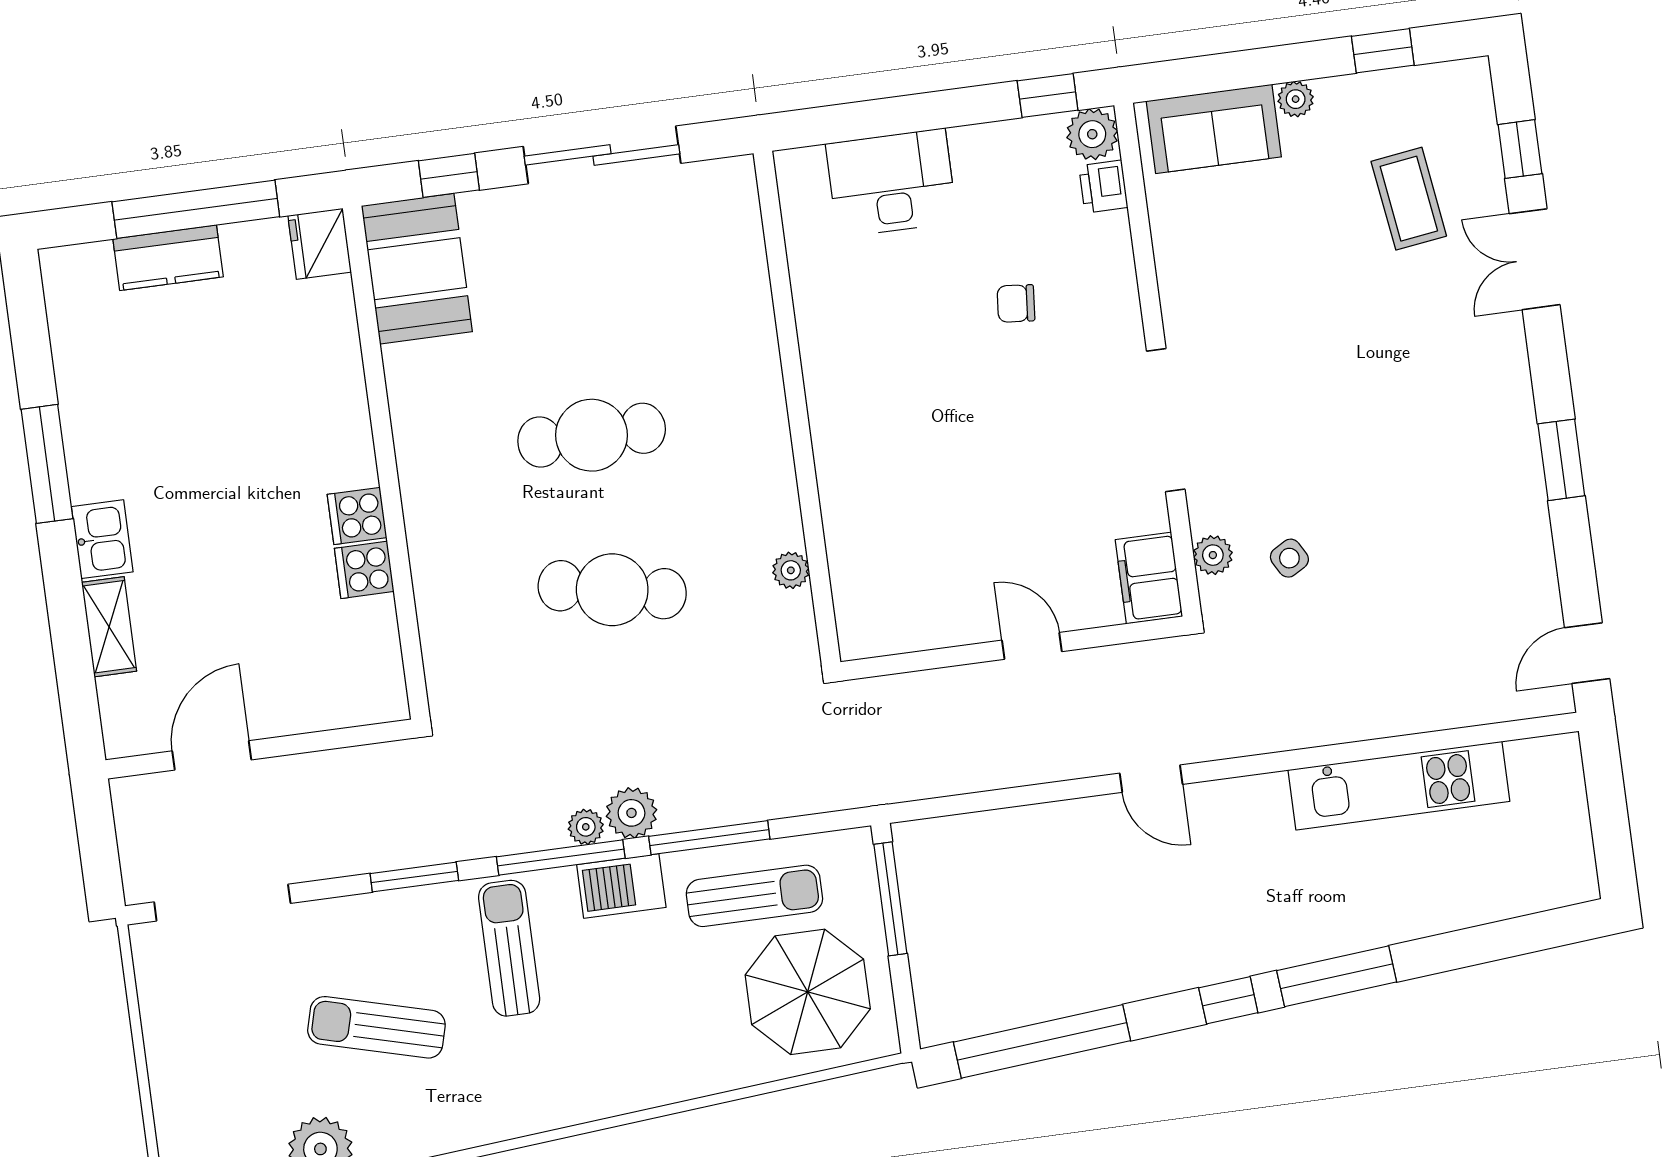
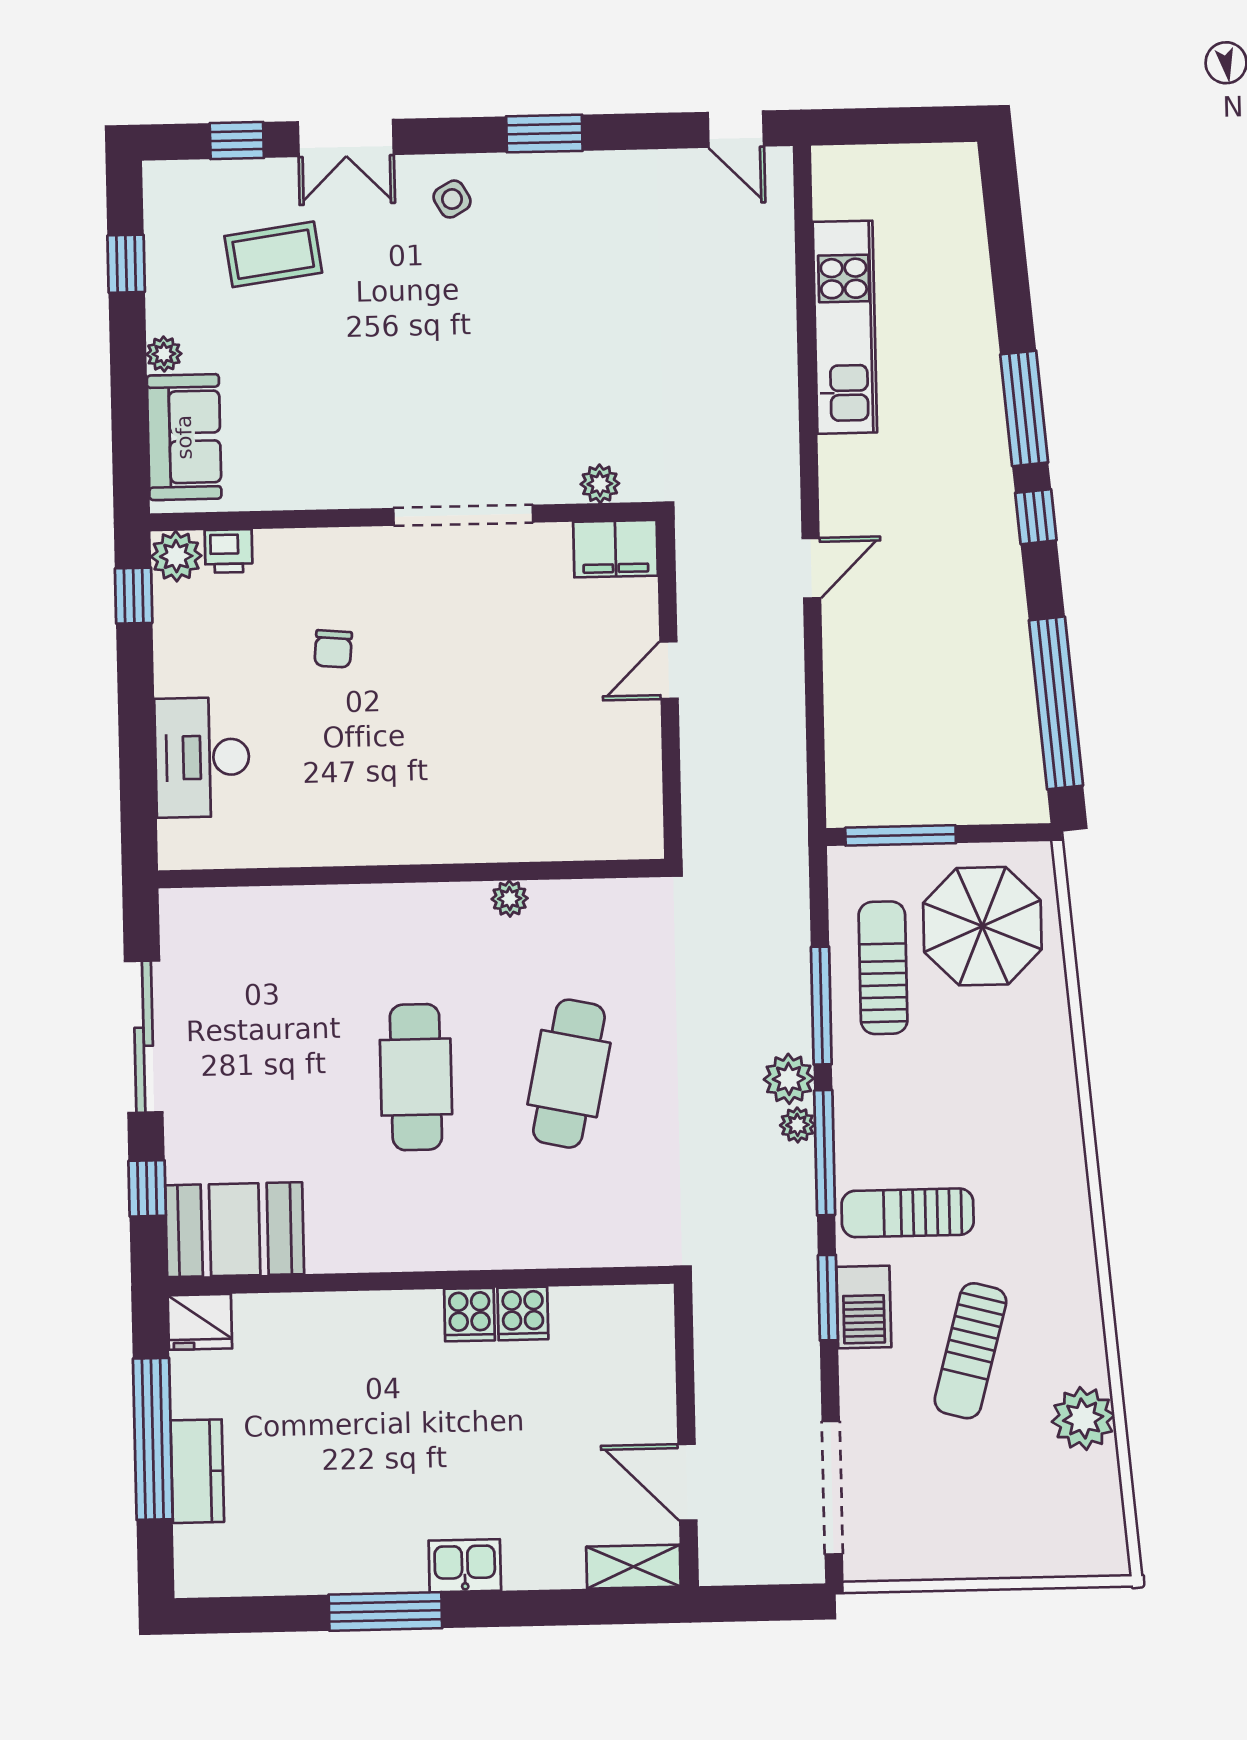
side table: (1289, 558) -> (452, 199), moved
plant: (791, 570) -> (510, 899), moved
shelving: (109, 627) -> (633, 1567), moved
barbecue: (621, 886) -> (864, 1307), moved

